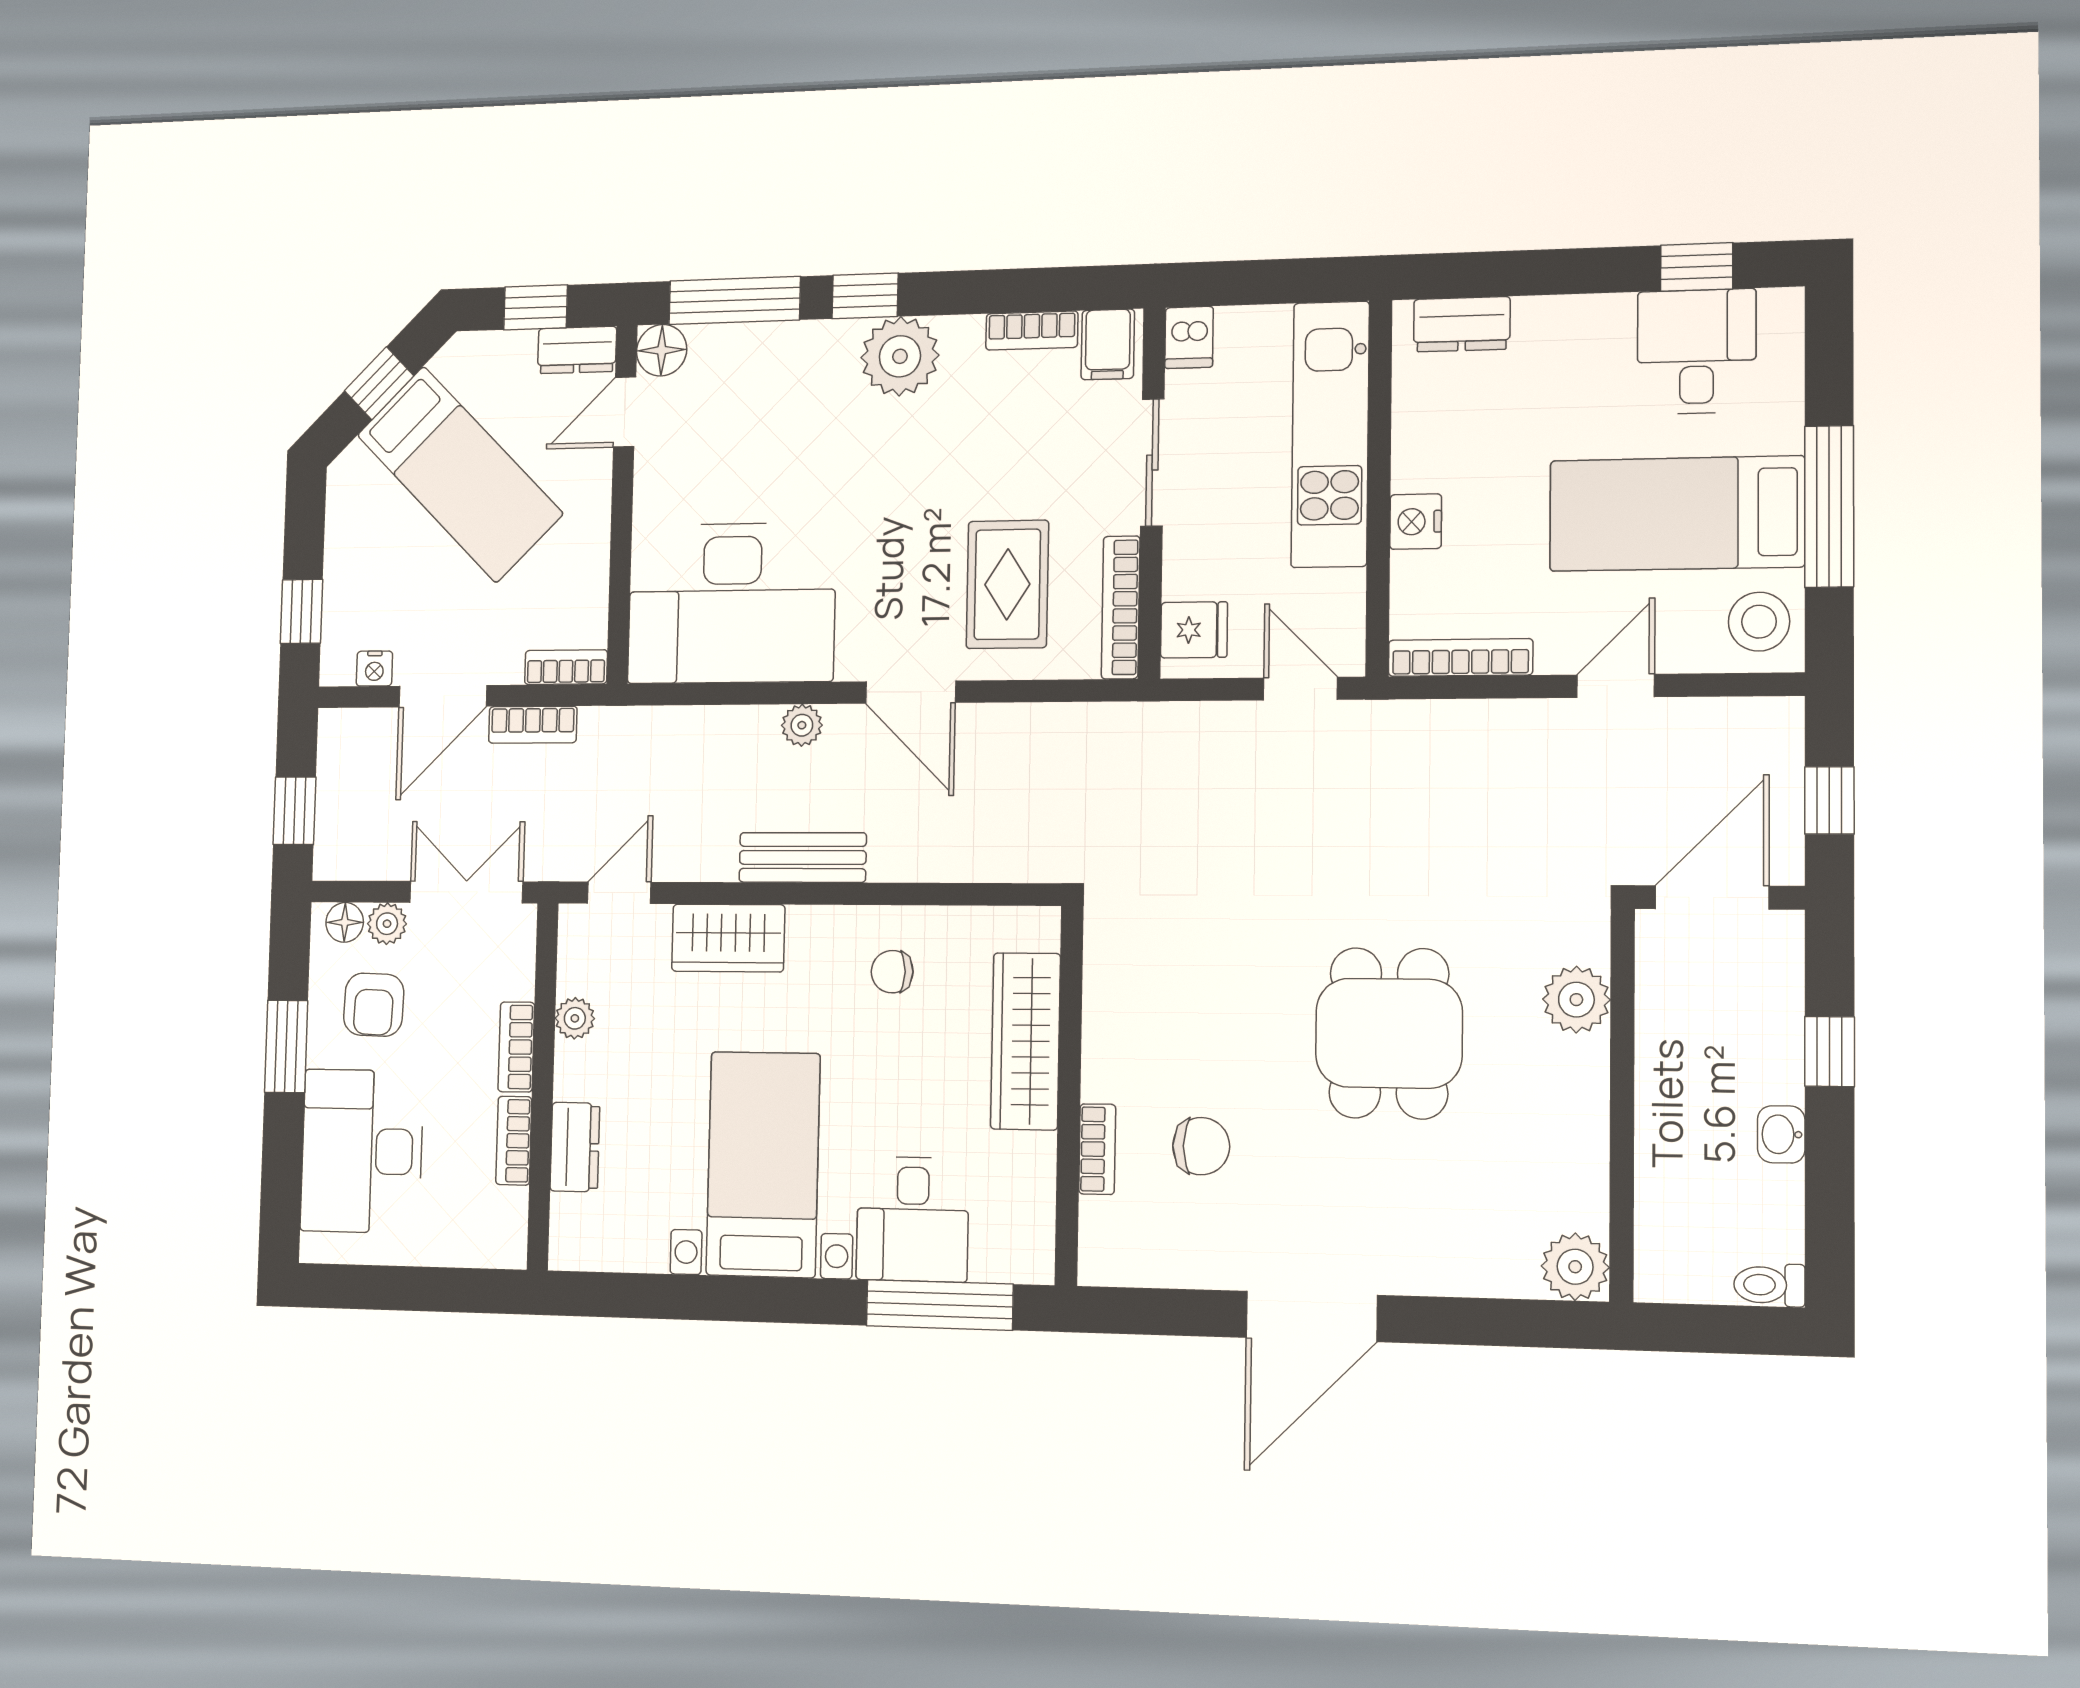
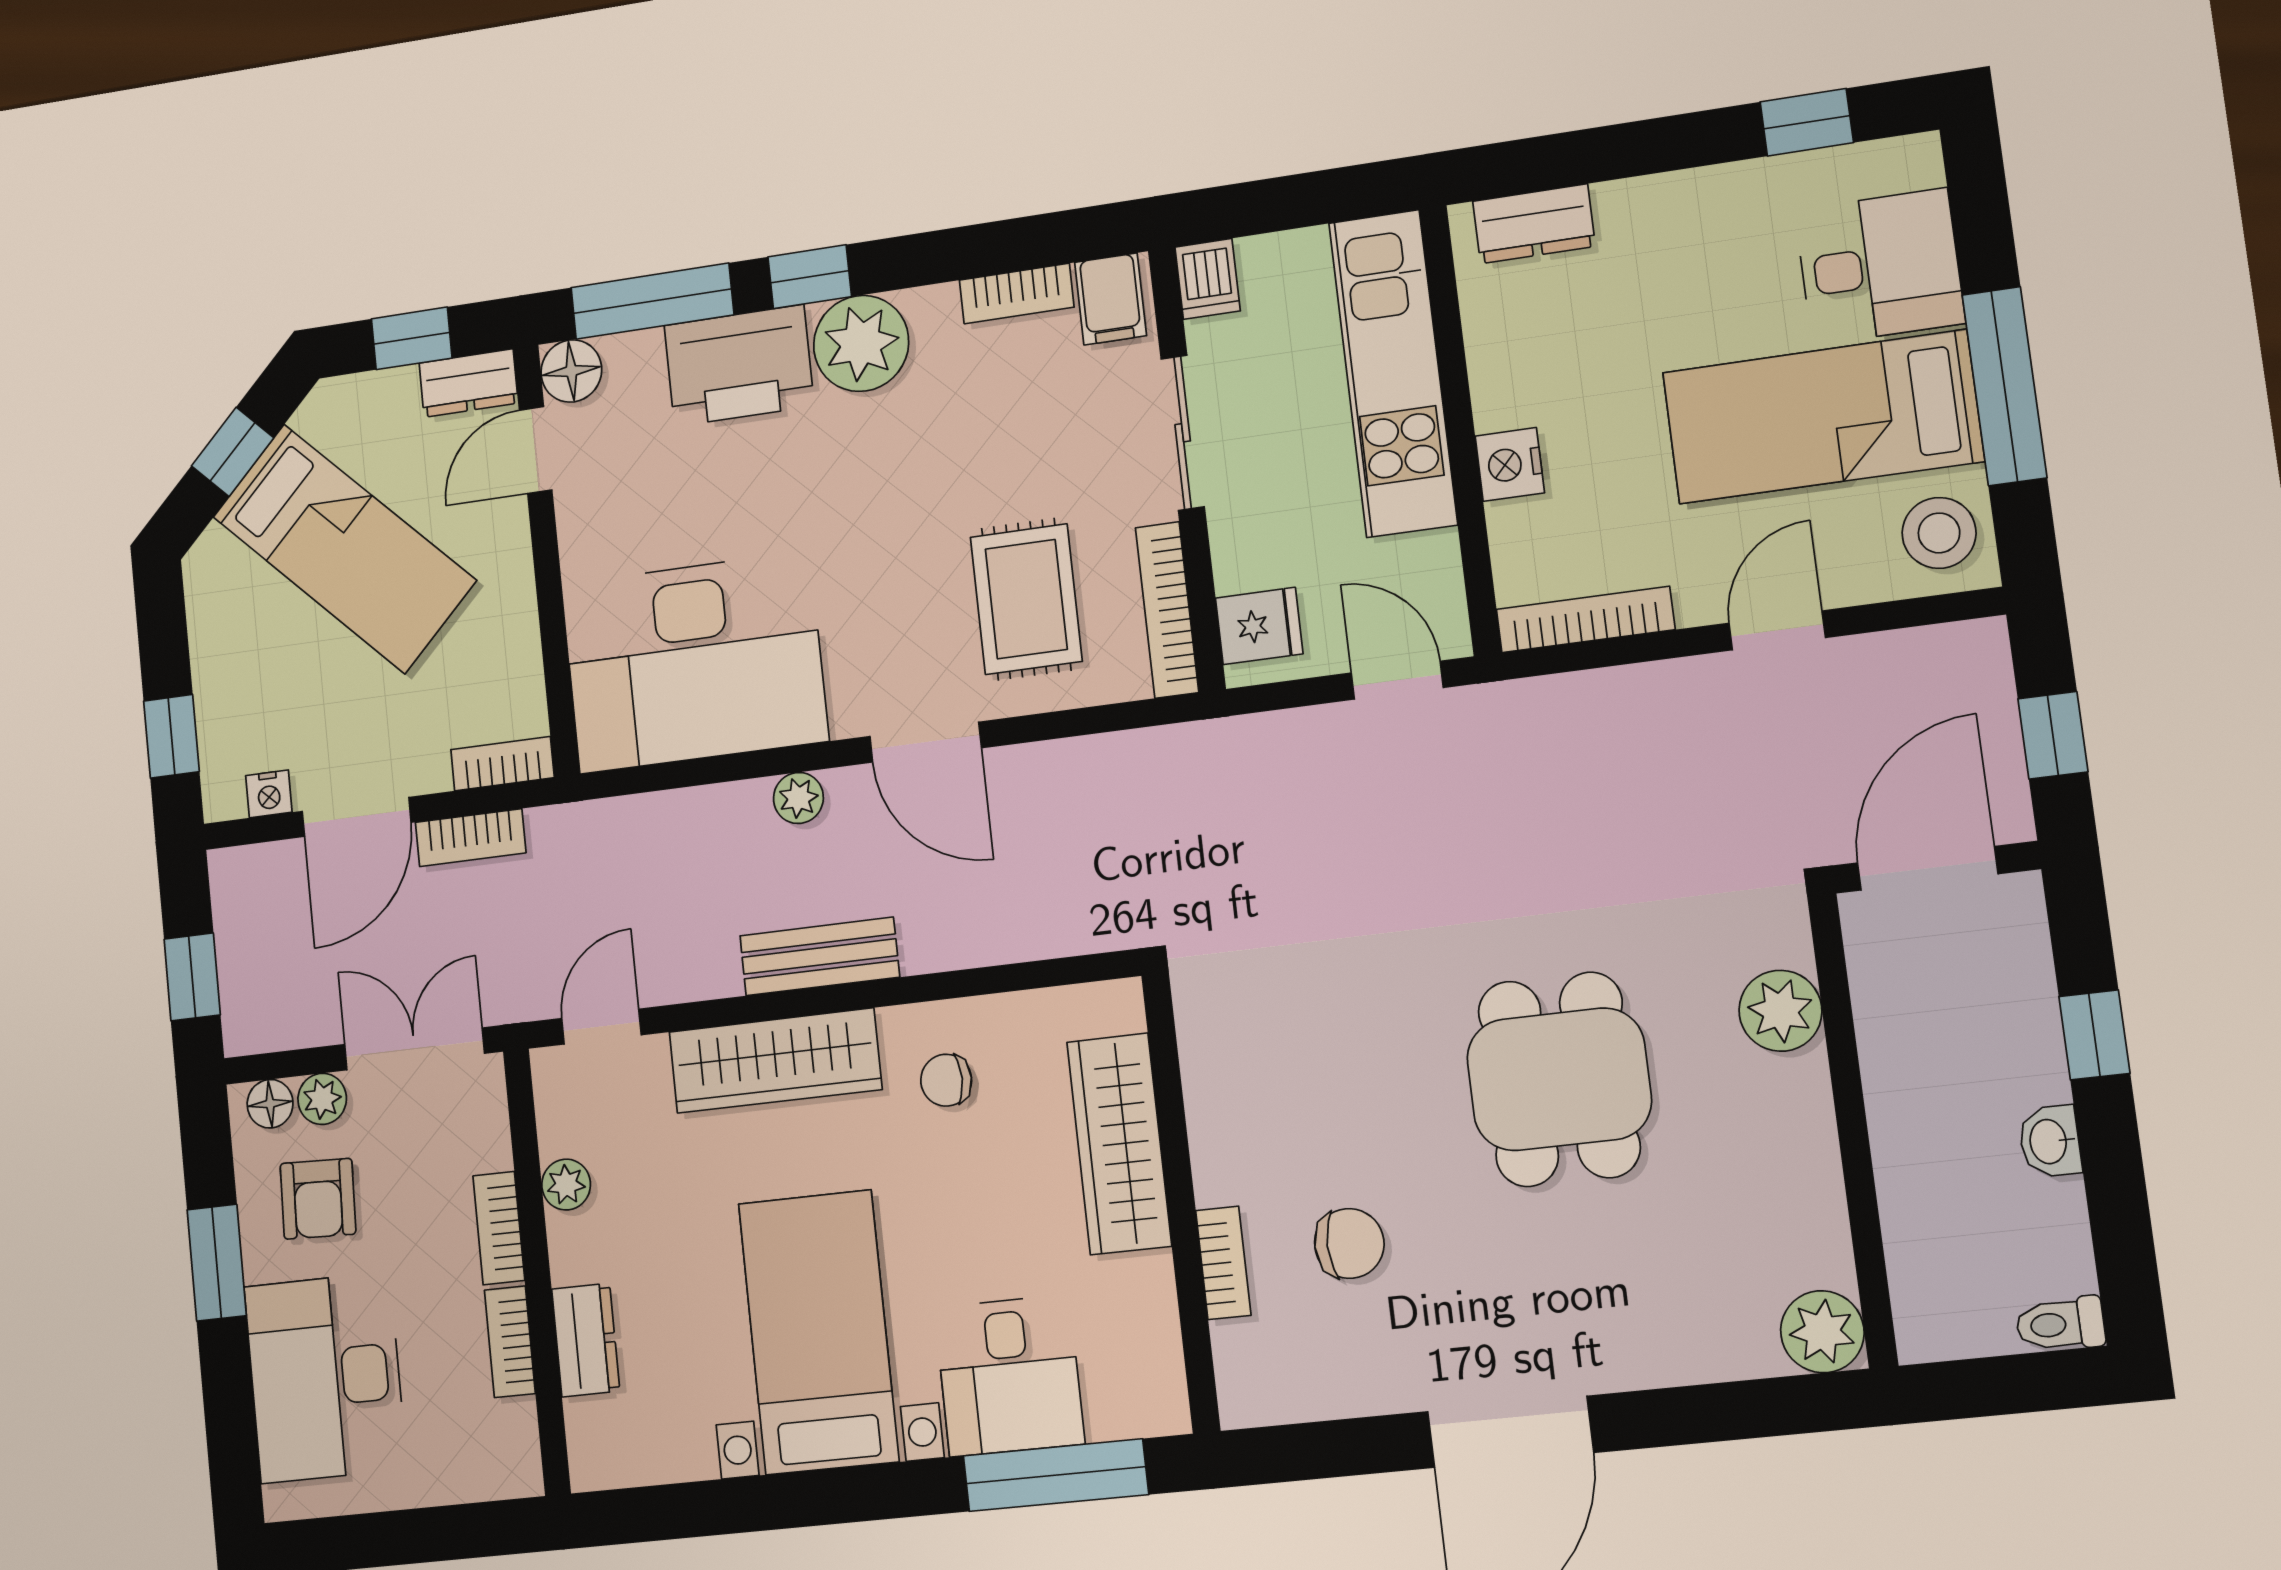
desk: (1697, 351) -> (1880, 267), moved, turned 90
printer: (798, 362) -> (739, 366), added
wardrobe: (728, 938) -> (775, 1061), width x1.50

